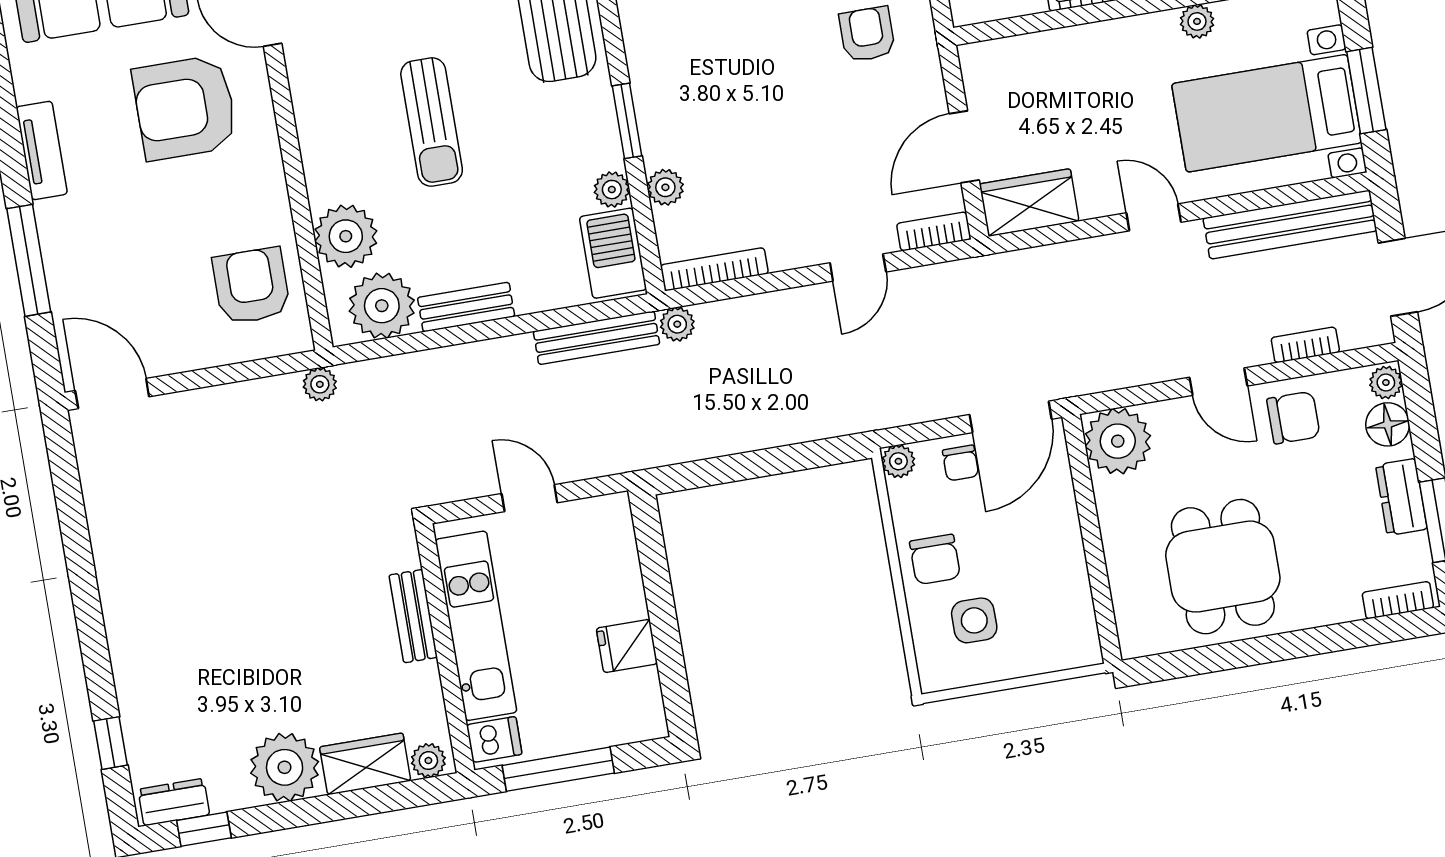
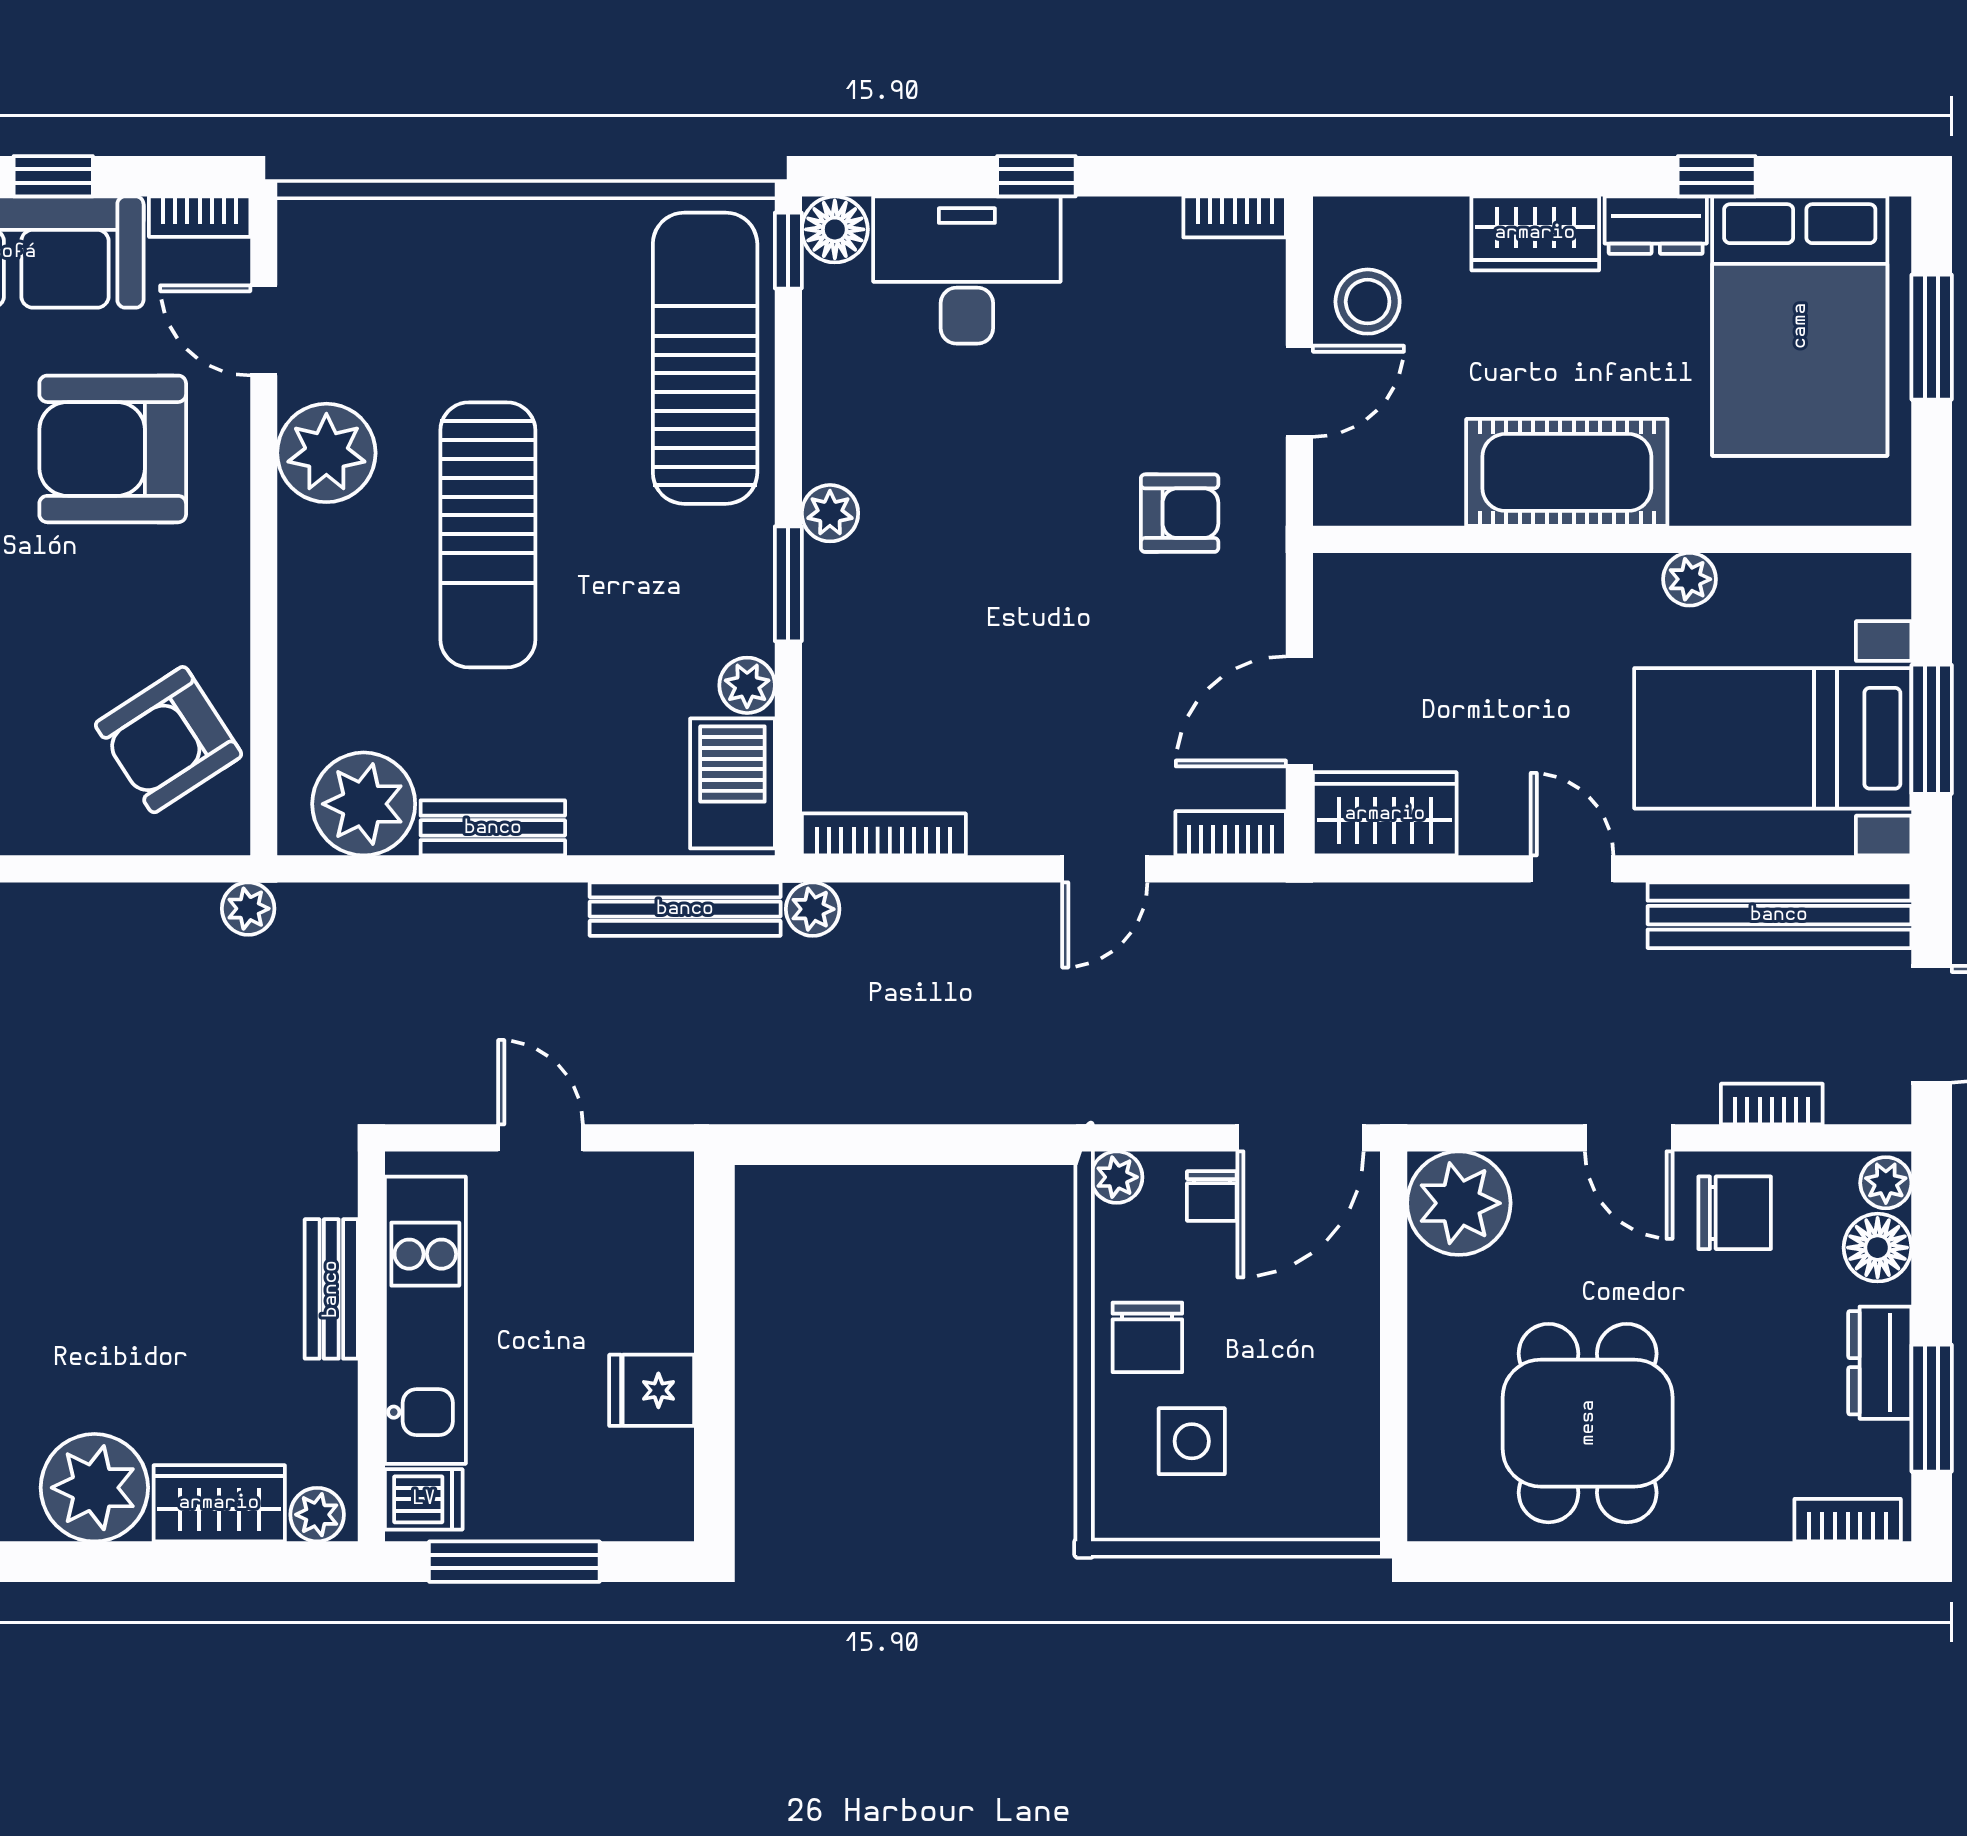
armchair: (867, 34) -> (1180, 513), turned 90
sun lounger: (432, 122) -> (488, 535), width x1.36, depth x1.34
plant: (665, 187) -> (830, 513), moved
plant: (346, 236) -> (326, 453), moved
armchair: (251, 286) -> (168, 740), turned -123

